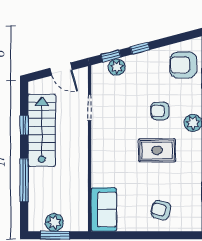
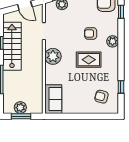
plant: (103, 145) -> (53, 56), added
armchair: (161, 210) -> (101, 97), moved

